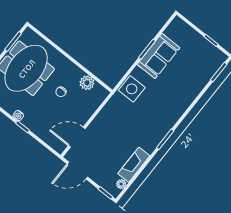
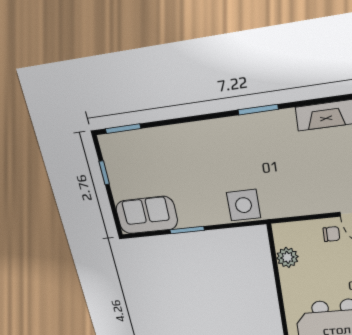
sofa: (158, 56) -> (147, 215), moved
chair: (61, 92) -> (331, 234), moved

